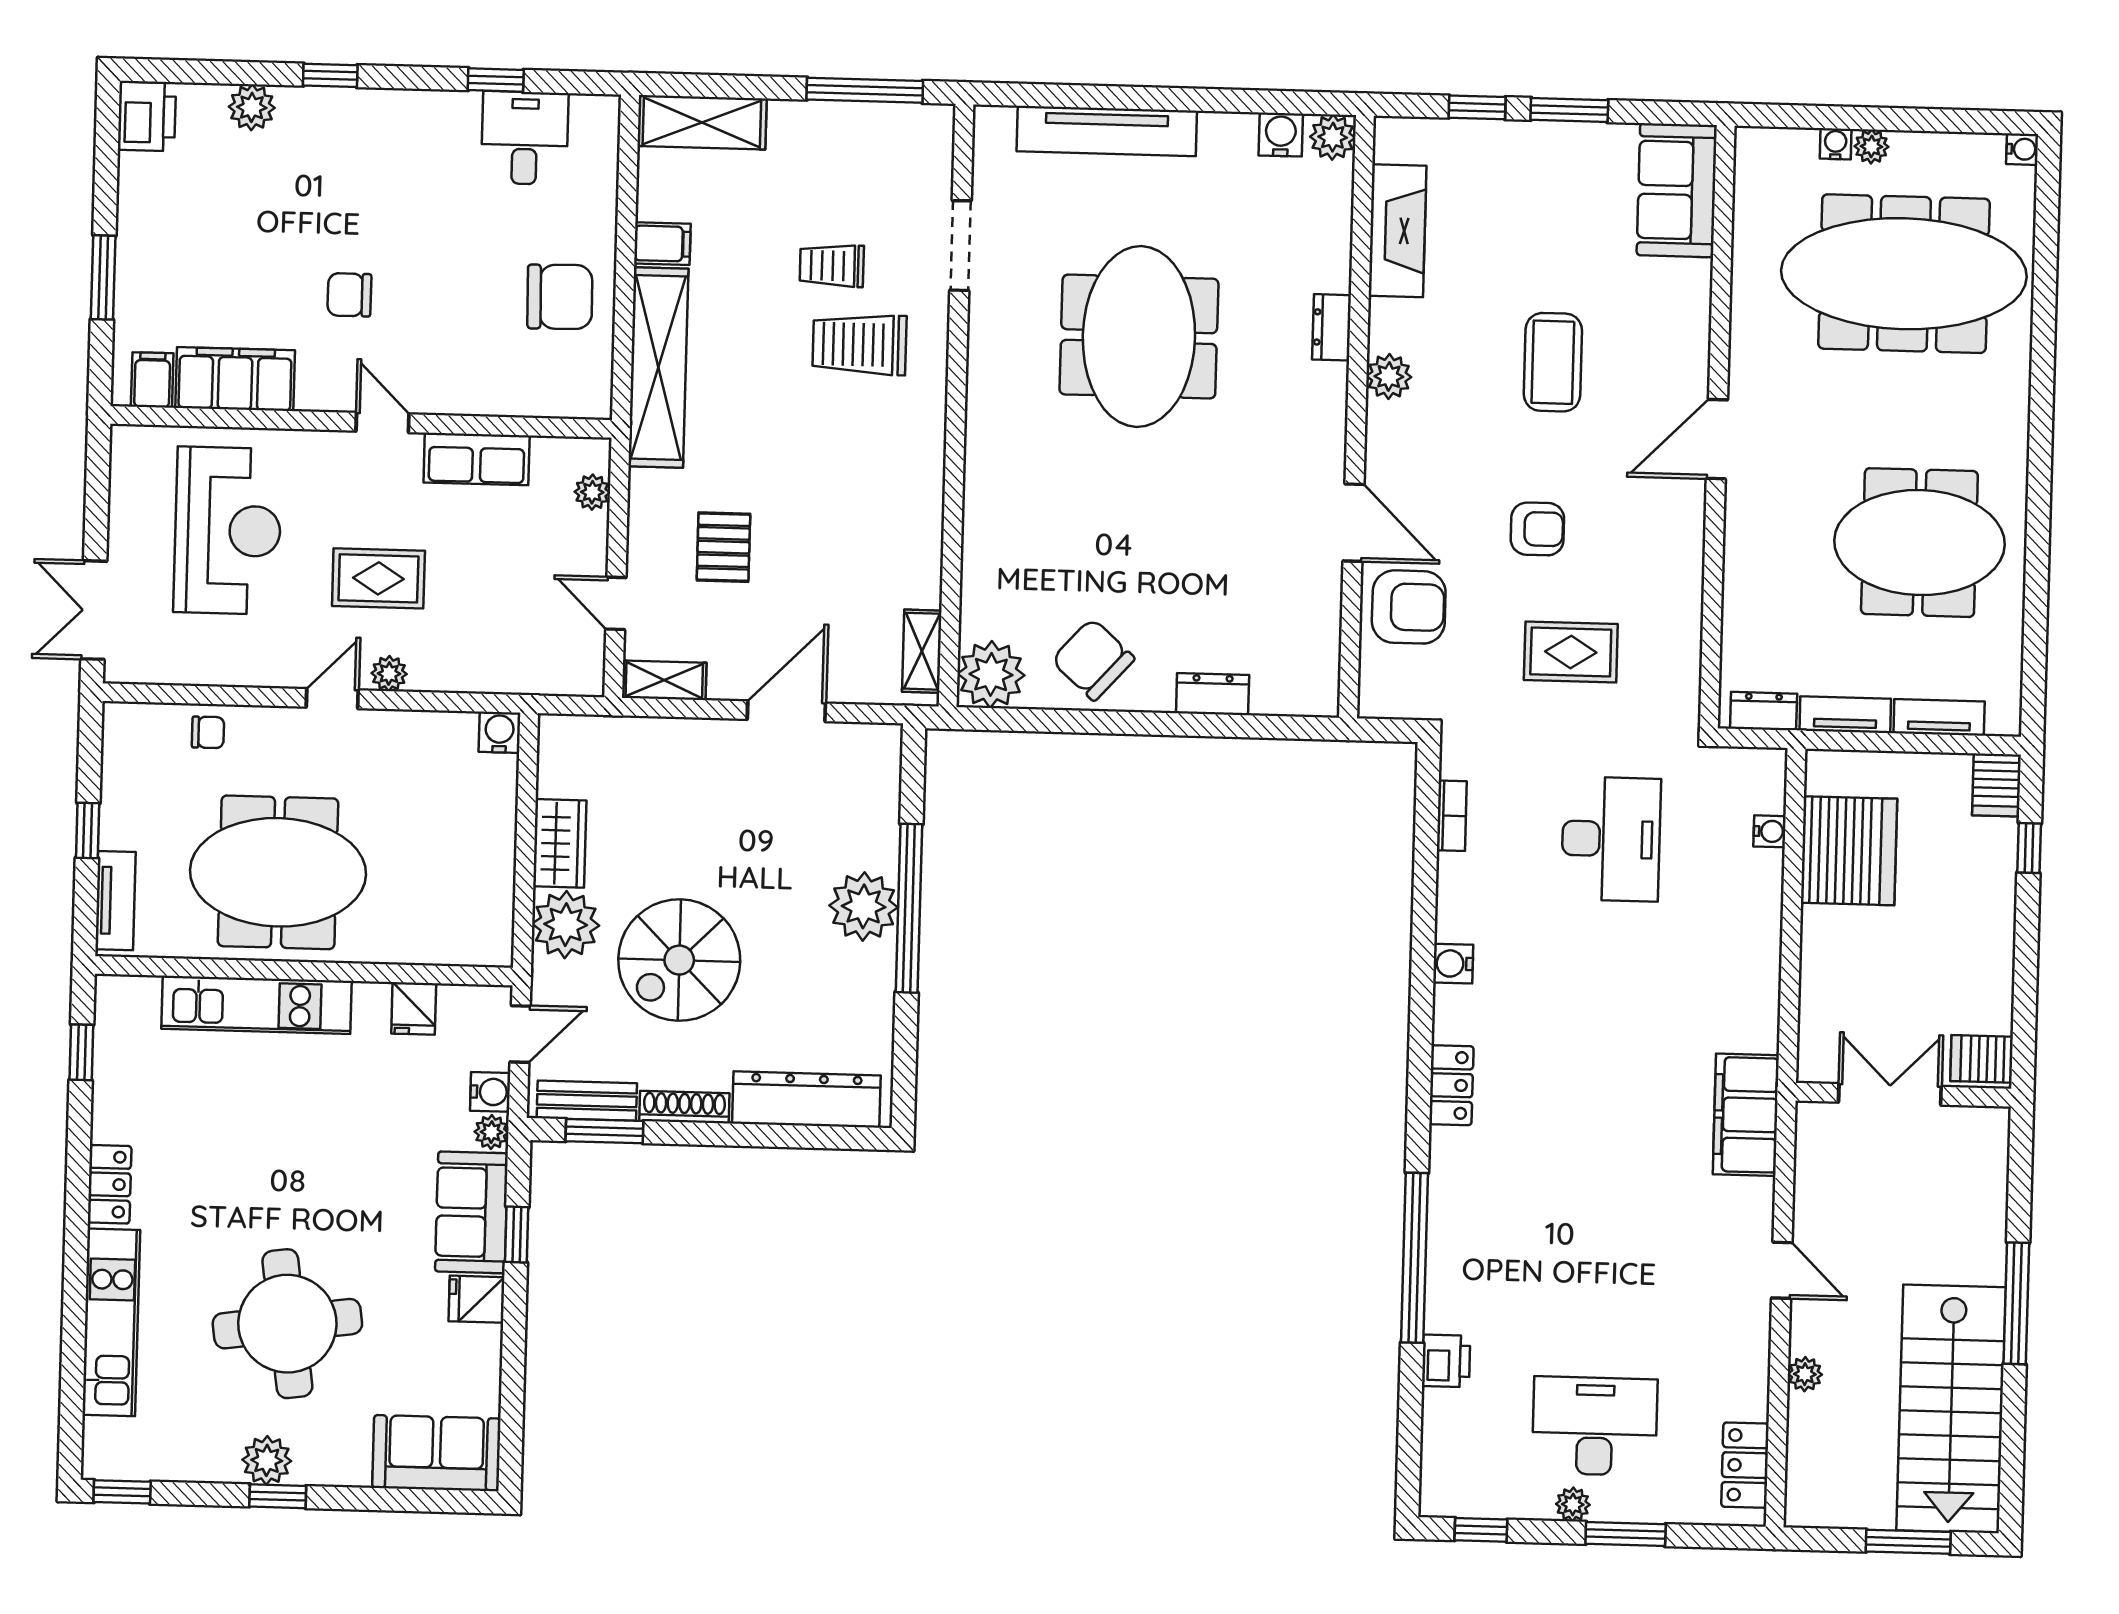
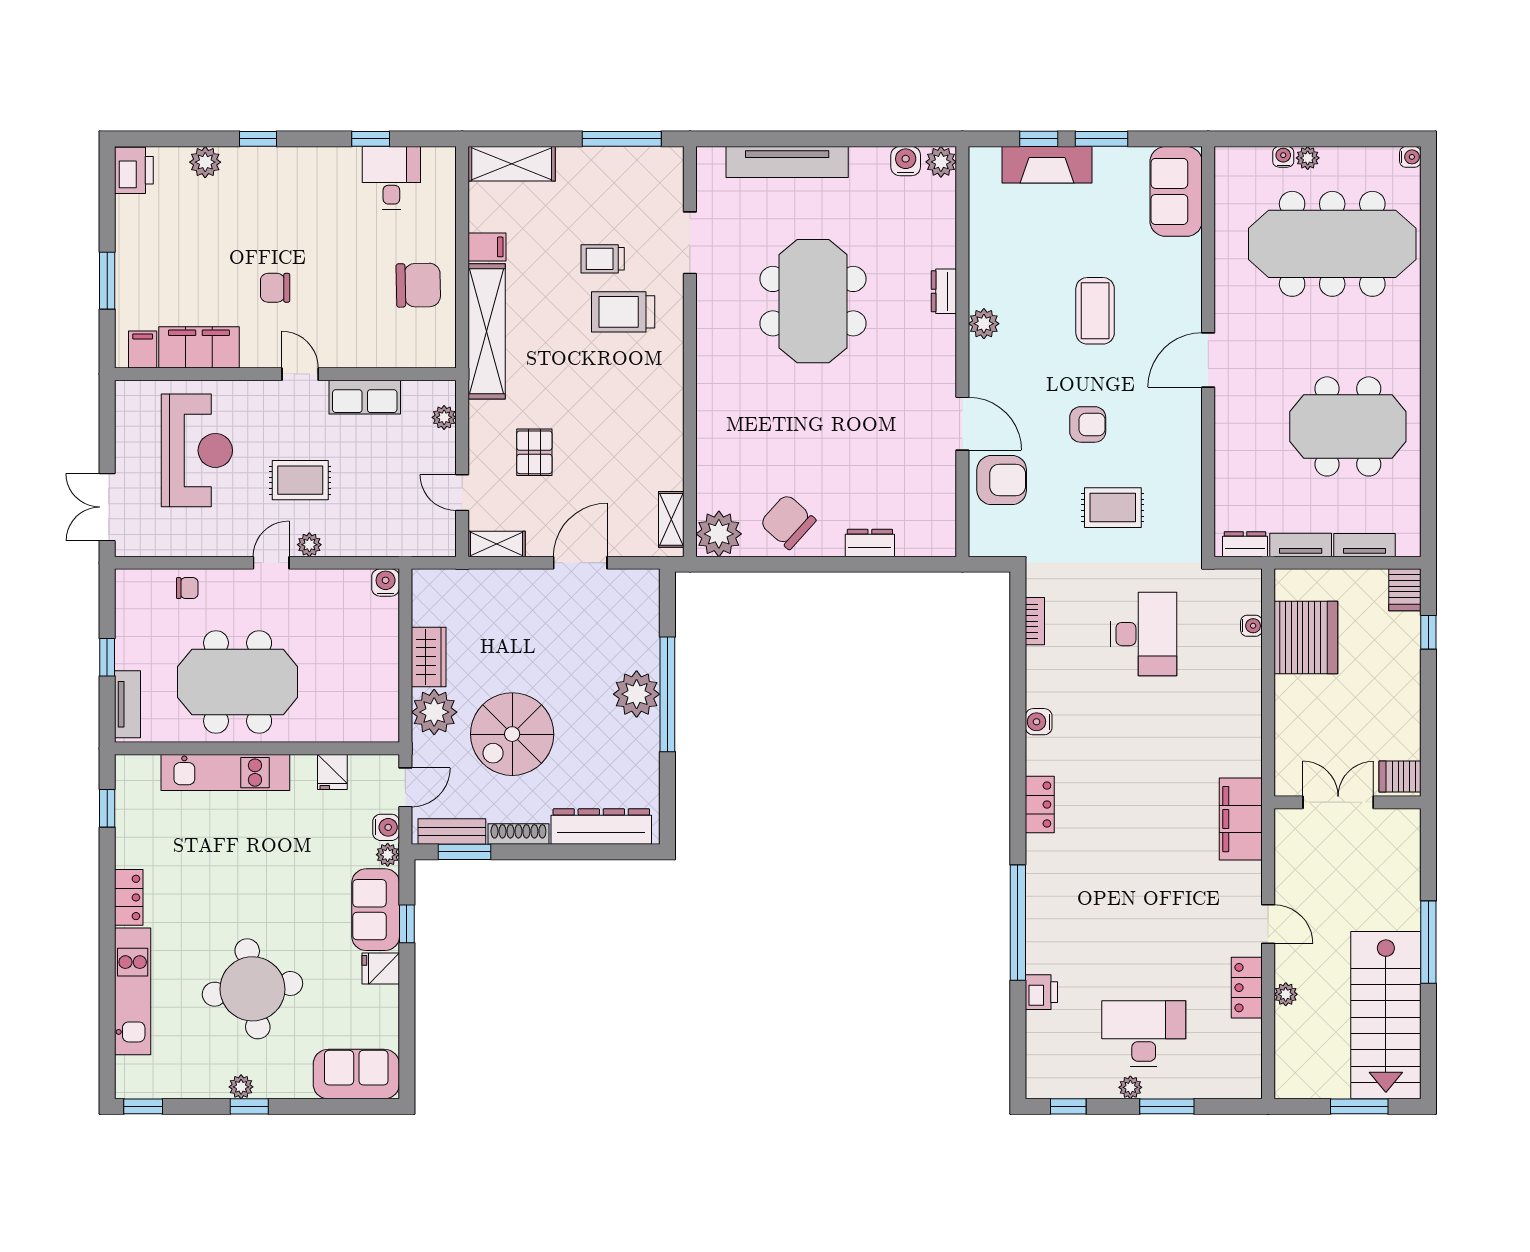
fireplace: (1398, 231) -> (1047, 165), moved, turned 90
plant: (267, 1460) -> (241, 1087), width x0.73, depth x0.73
locker: (1745, 1465) -> (1247, 988), moved

